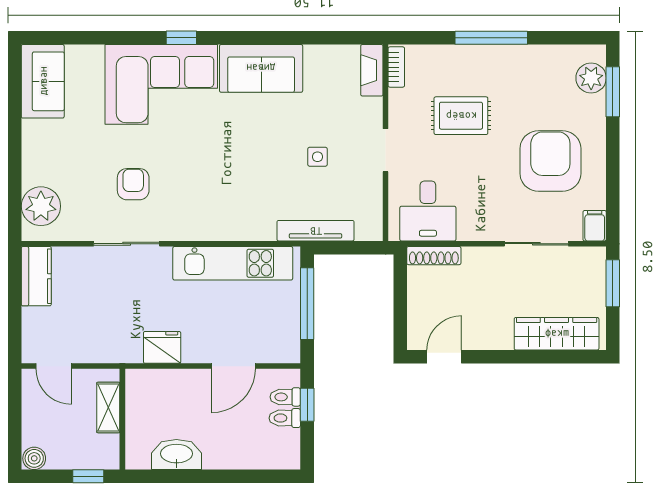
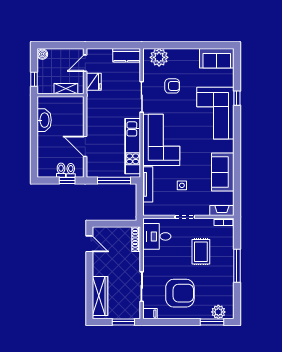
window: (181, 38) -> (237, 98), moved
sofa: (261, 68) -> (223, 172), moved
armchair: (133, 184) -> (172, 86), moved
corner sofa: (219, 201) -> (161, 140), added
fridge: (162, 347) -> (94, 82), moved

